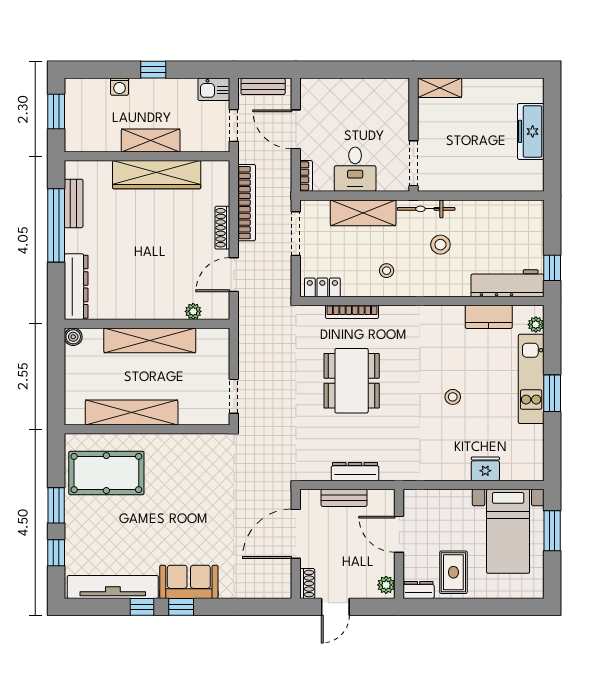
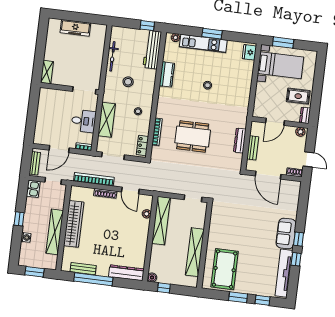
shelving: (151, 140) -> (55, 232), width x1.47
bicycle: (426, 209) -> (112, 56), moved
kitchen counter: (489, 317) -> (167, 74), moved
shelving: (150, 340) -> (161, 221), moved
window: (56, 362) -> (164, 288), added
fridge: (485, 469) -> (249, 52), moved

